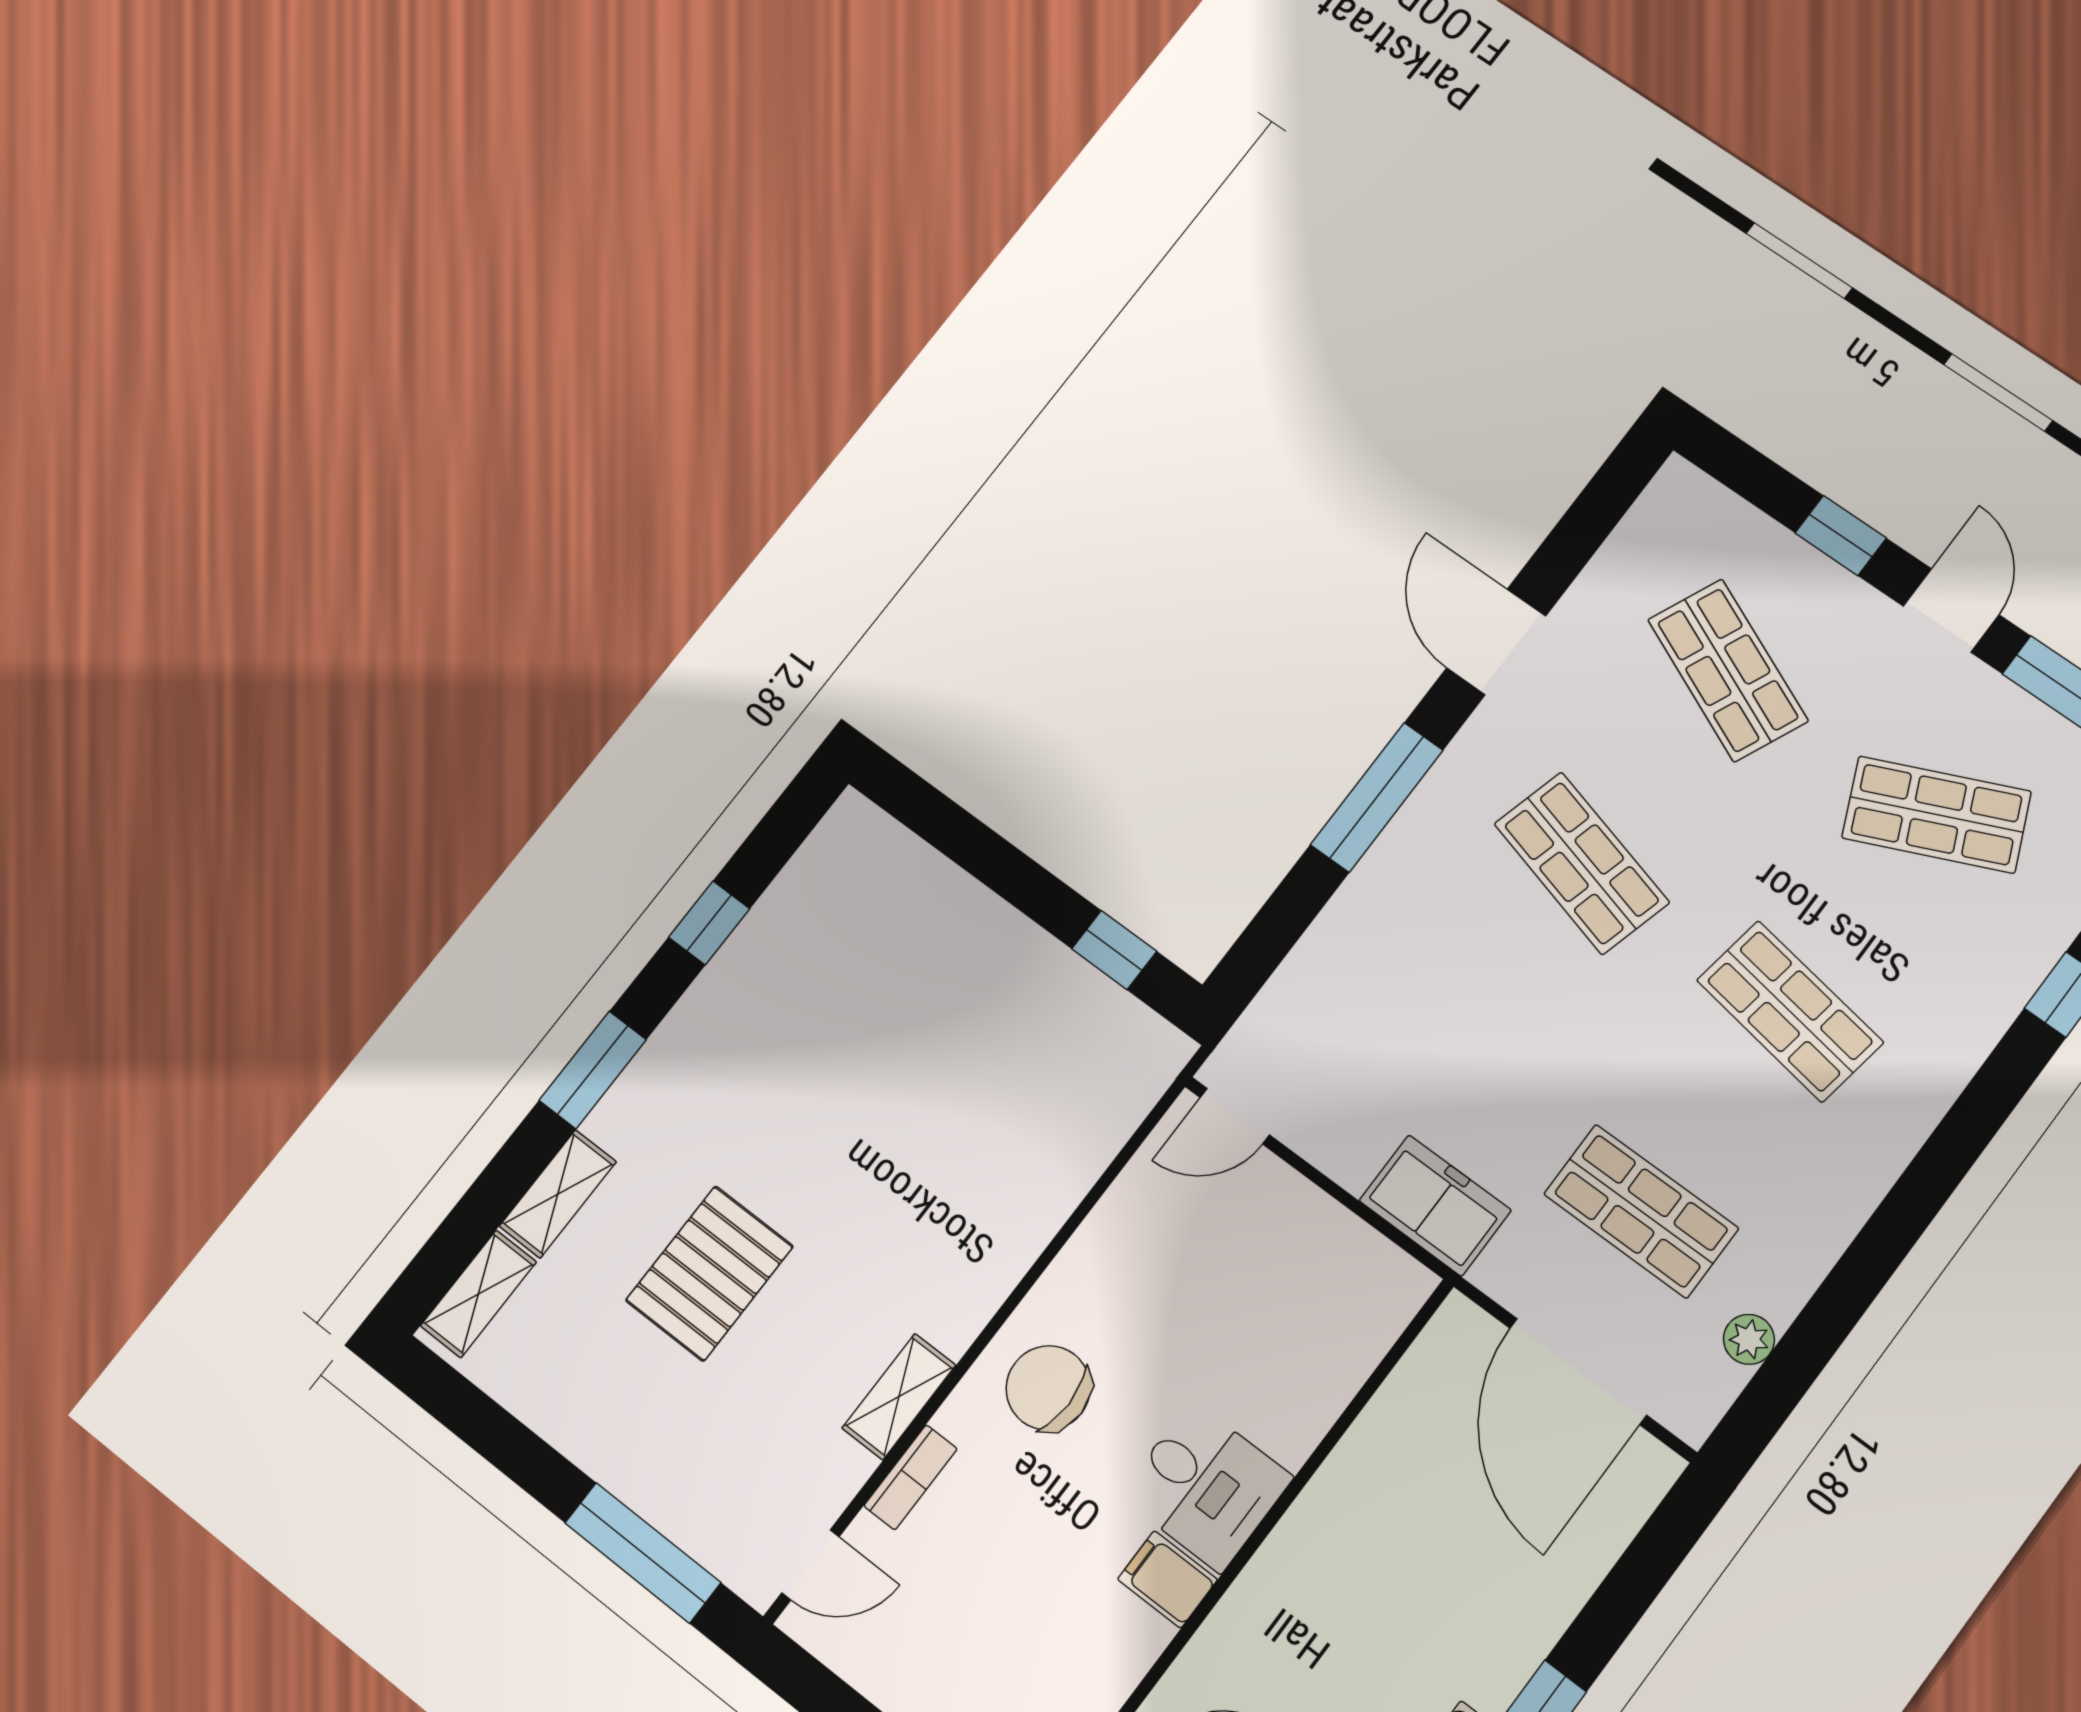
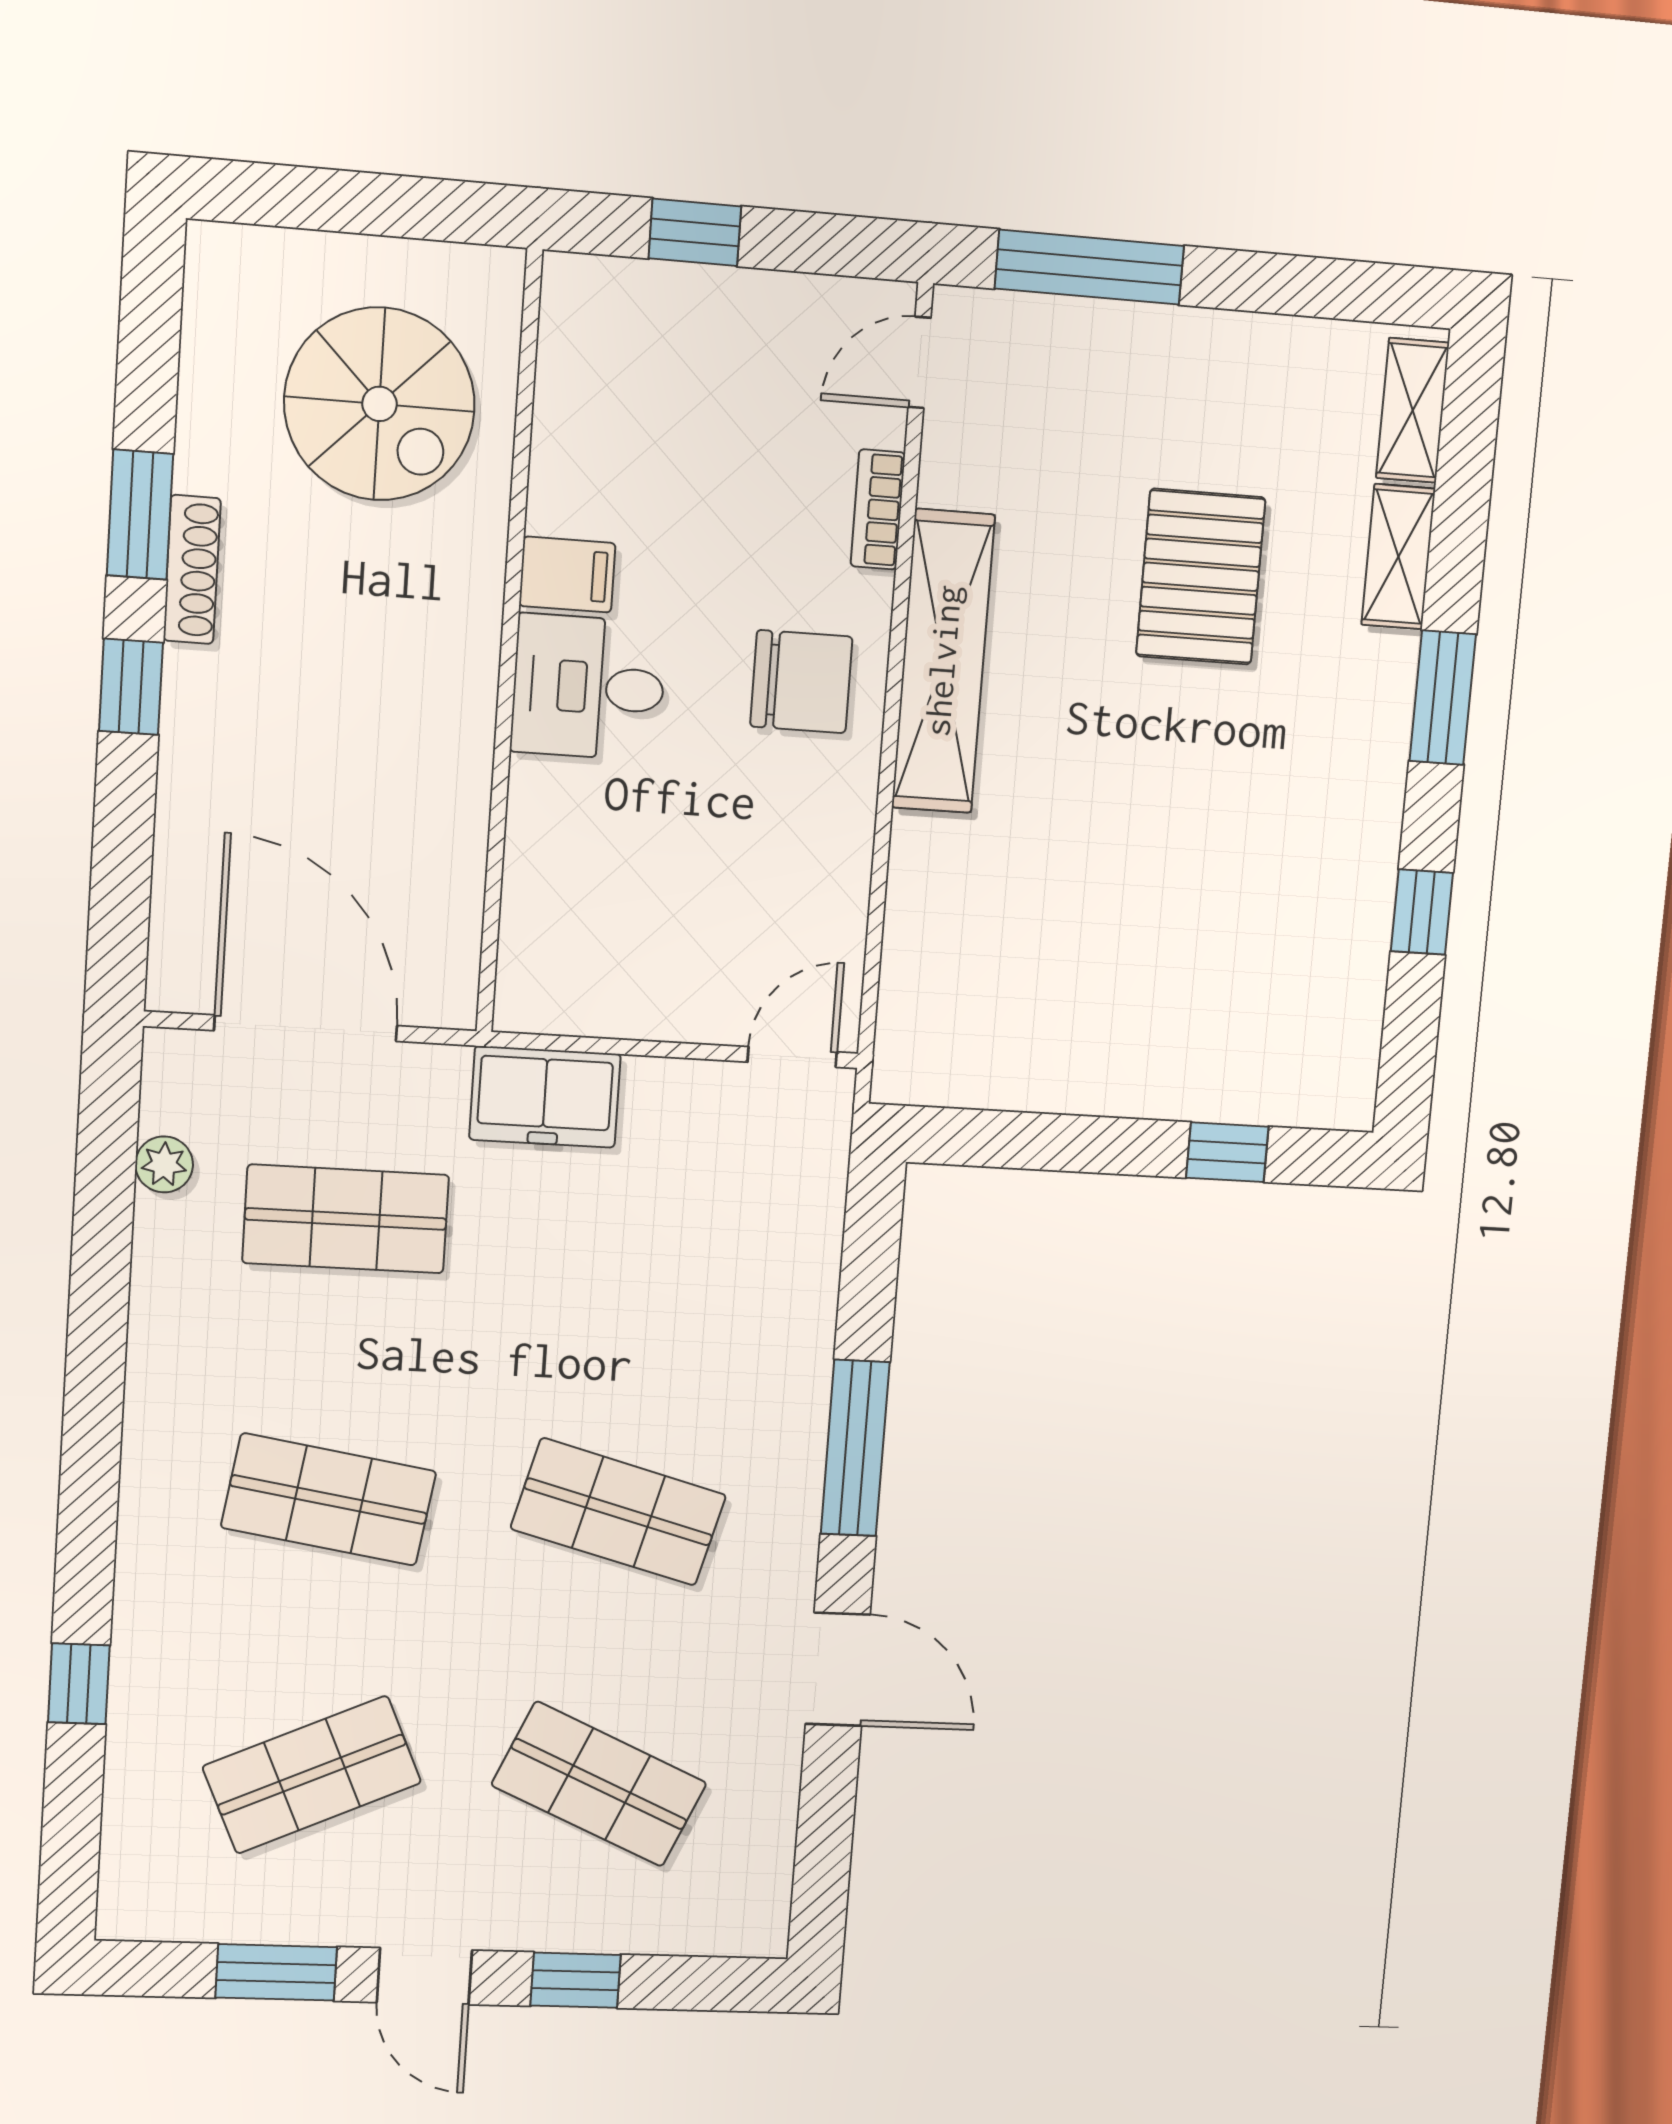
window: (1114, 950) -> (1227, 1152), moved
shelving: (899, 1397) -> (943, 661), width x2.20, depth x1.33

